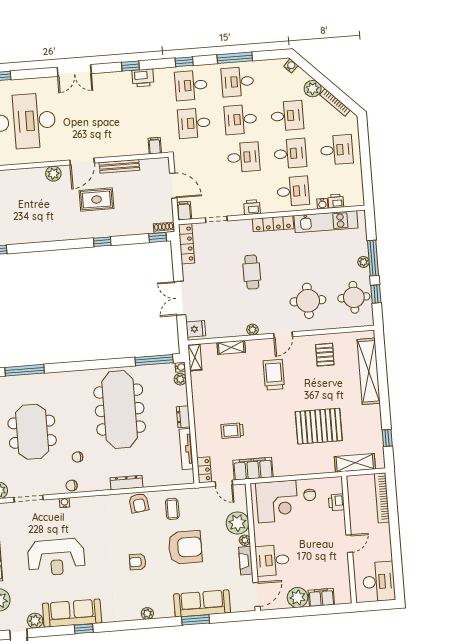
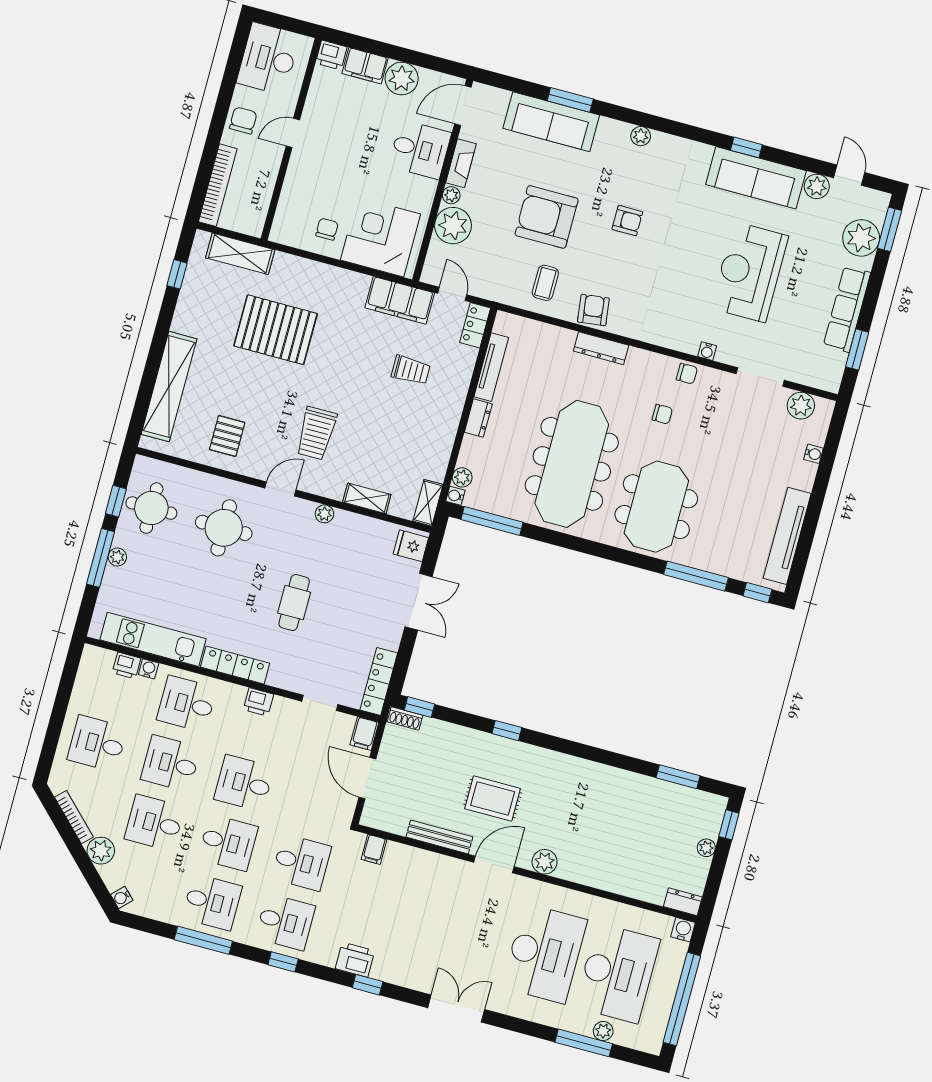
meeting table: (32, 432) -> (656, 507), moved
printer: (336, 502) -> (331, 55), moved, turned 90
chair: (381, 541) -> (243, 120), added
reception desk: (56, 557) -> (750, 272), turned -90

